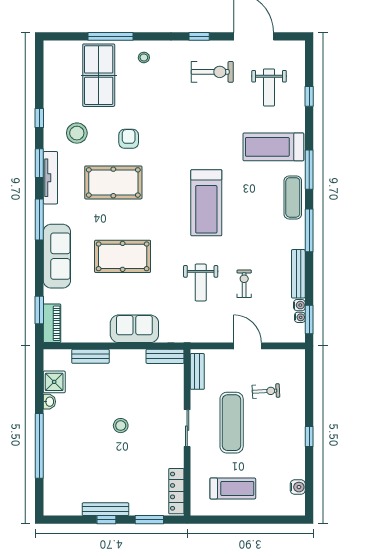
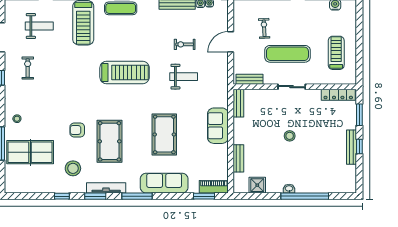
exercise bike: (212, 72) -> (28, 68), width x0.73, depth x0.72
washbasin: (49, 402) -> (289, 189), moved

